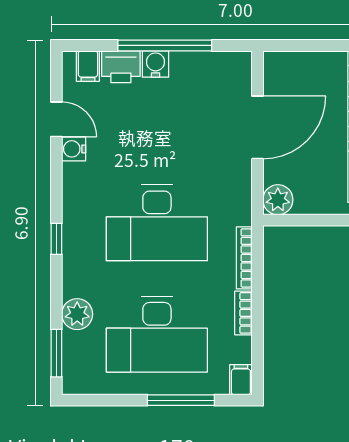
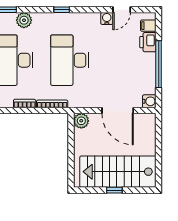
water cooler: (156, 64) -> (149, 101), moved

